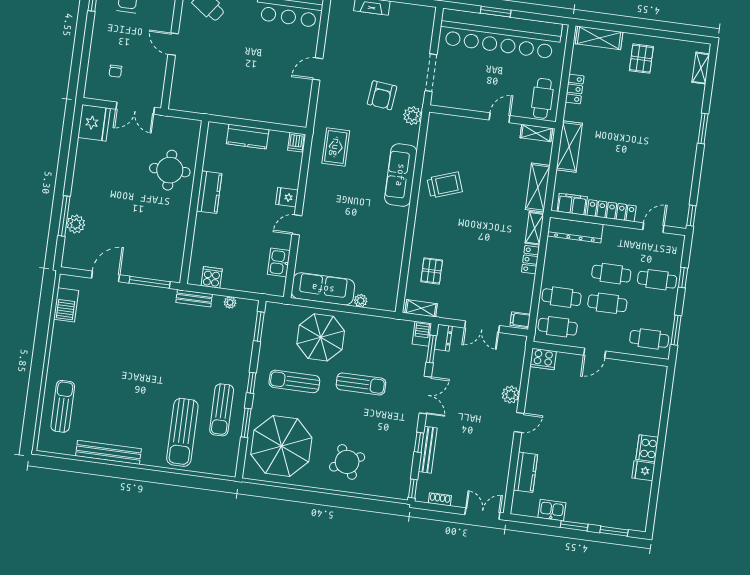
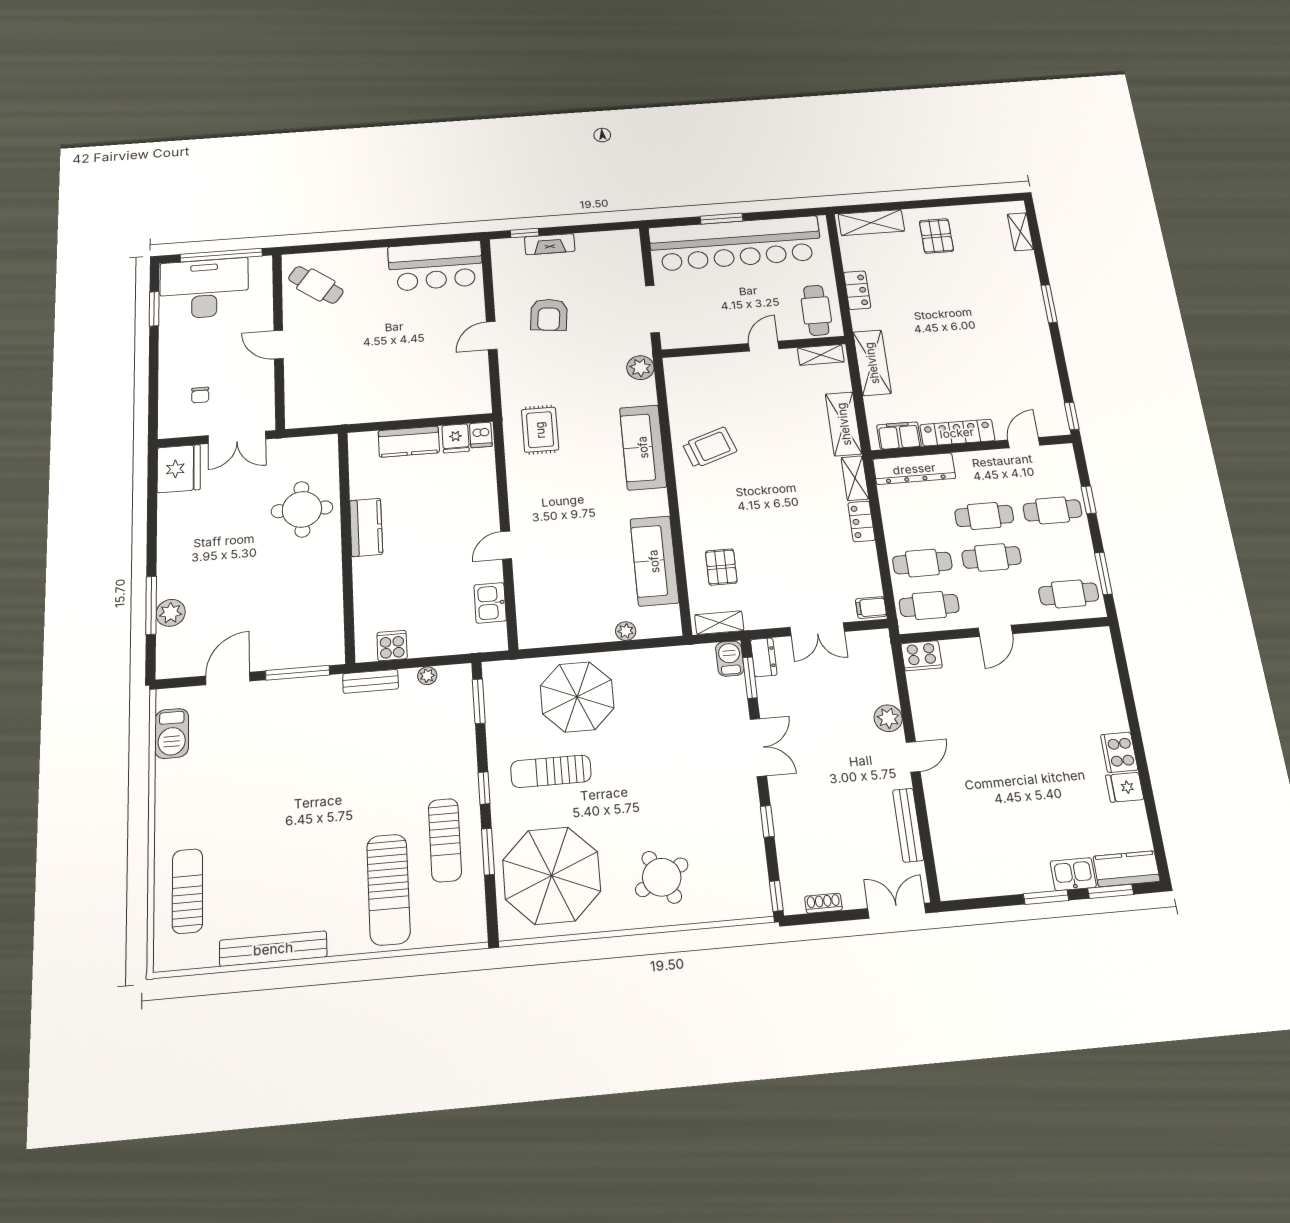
armchair: (382, 95) -> (549, 315), moved
fridge: (287, 197) -> (456, 438), moved, turned -90
sofa: (323, 289) -> (654, 561), moved, turned -90
sun lounger: (361, 384) -> (655, 752), removed
bench: (428, 450) -> (908, 825), moved
kitchen counter: (525, 472) -> (1127, 869), moved, turned -90
kitchen sink: (552, 510) -> (1073, 874), moved

